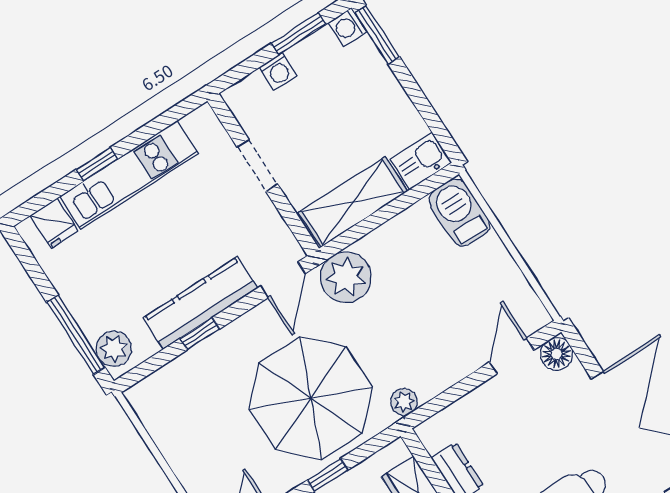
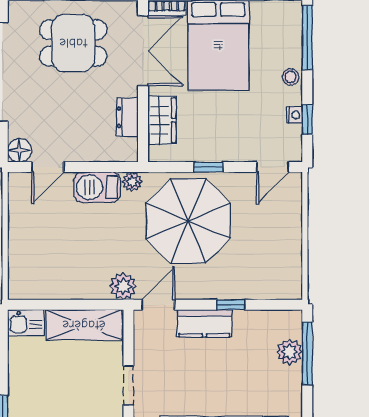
barbecue: (459, 212) -> (97, 187), moved, turned 90
plant: (346, 277) -> (123, 286), width x0.73, depth x0.73
kitchen counter: (200, 303) -> (204, 323), width x0.67
plant: (114, 349) -> (290, 352), moved

